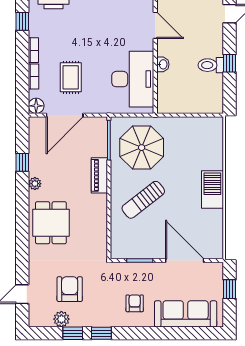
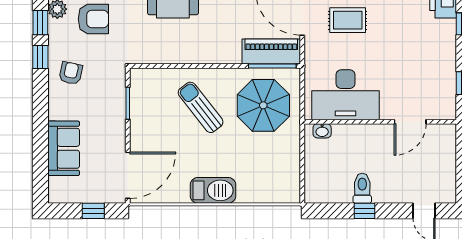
washbasin: (163, 64) -> (322, 131), moved
piano: (99, 175) -> (271, 52), moved, width x1.37, depth x1.33
door: (185, 261) -> (128, 175), moved
armchair: (135, 303) -> (71, 73), moved, turned -78
sofa: (186, 314) -> (64, 148), width x0.73

